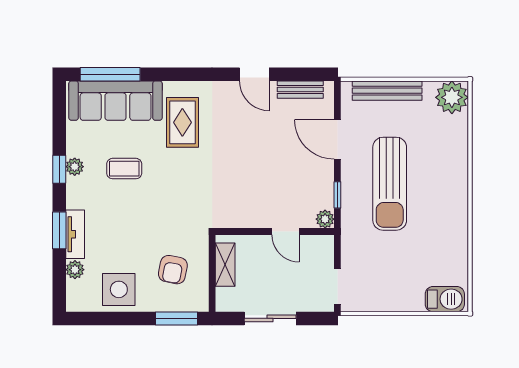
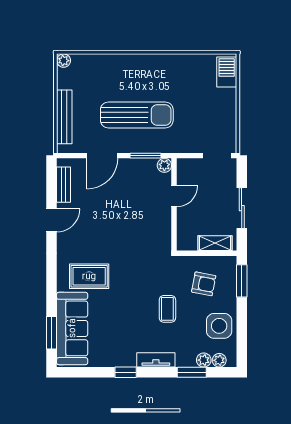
window: (110, 74) -> (52, 333), width x0.69
plant: (452, 97) -> (64, 61), width x0.53, depth x0.53
plant: (75, 167) -> (219, 360), moved
coffee table: (124, 169) -> (167, 309), moved
window: (337, 195) -> (146, 156), width x1.50
window: (59, 230) -> (192, 372), moved
tv unit: (75, 234) -> (156, 360), moved
shelving: (225, 265) -> (215, 243), moved

